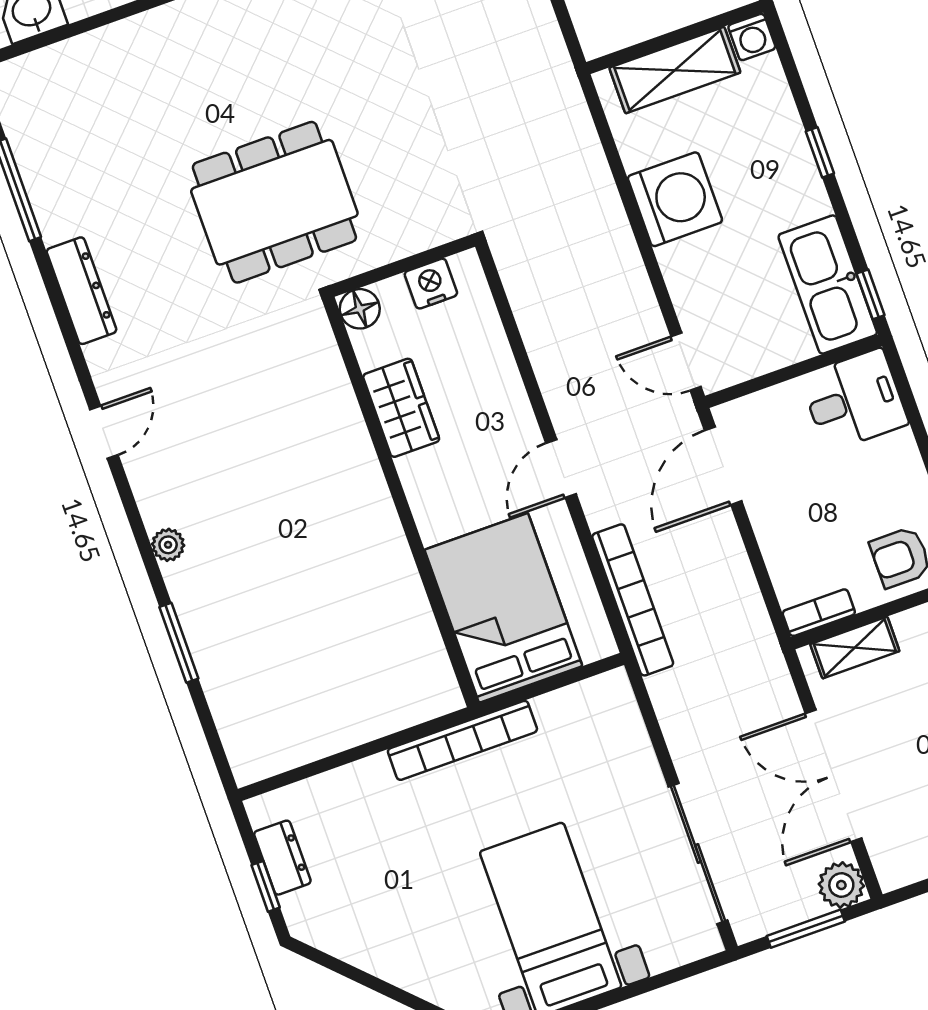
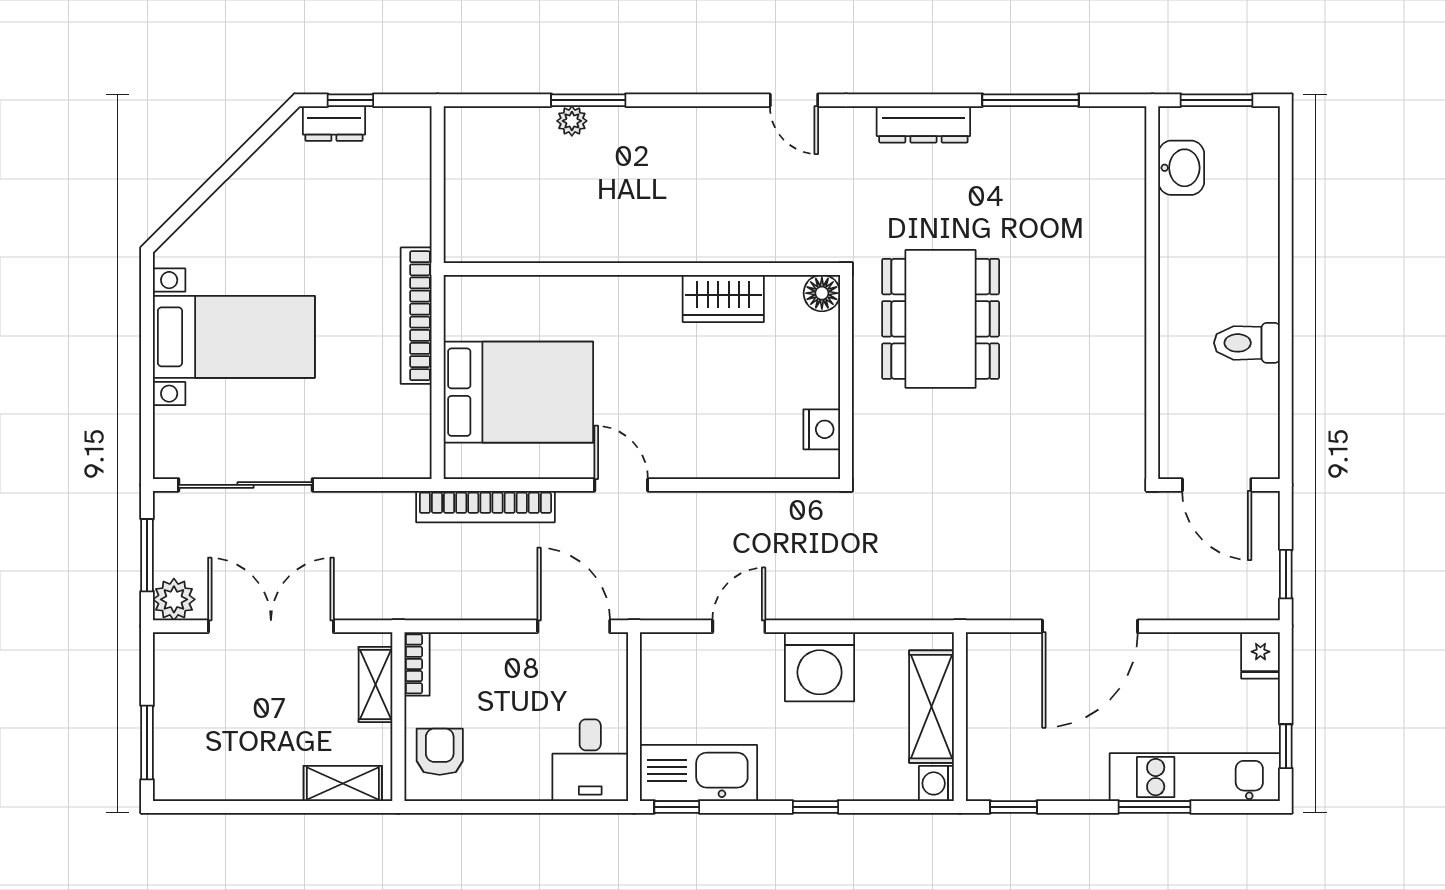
floor lamp: (360, 309) -> (822, 293), moved
door: (686, 362) -> (739, 626), moved
wardrobe: (401, 408) -> (723, 298), moved
wall: (401, 502) -> (642, 269), moved
plant: (168, 545) -> (572, 121), moved
dresser: (282, 858) -> (334, 124), moved

